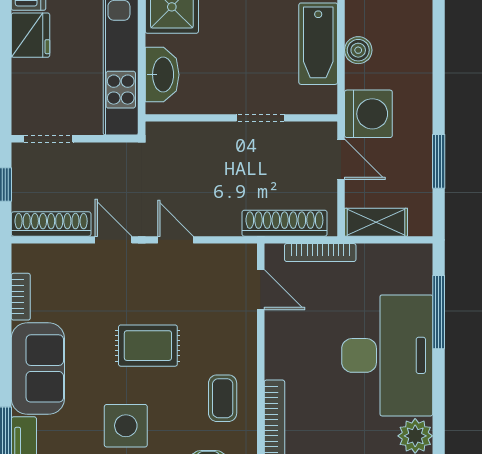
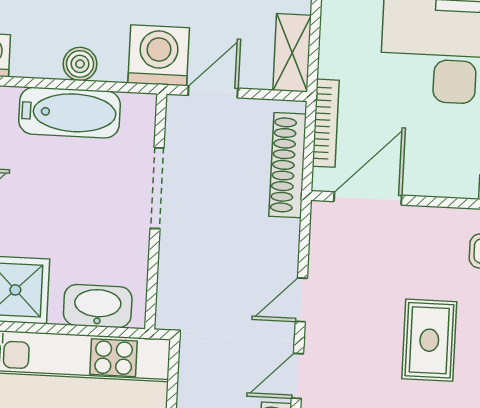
doorway: (260, 118) -> (157, 188), width x1.38
door: (261, 290) -> (368, 198), width x1.38

